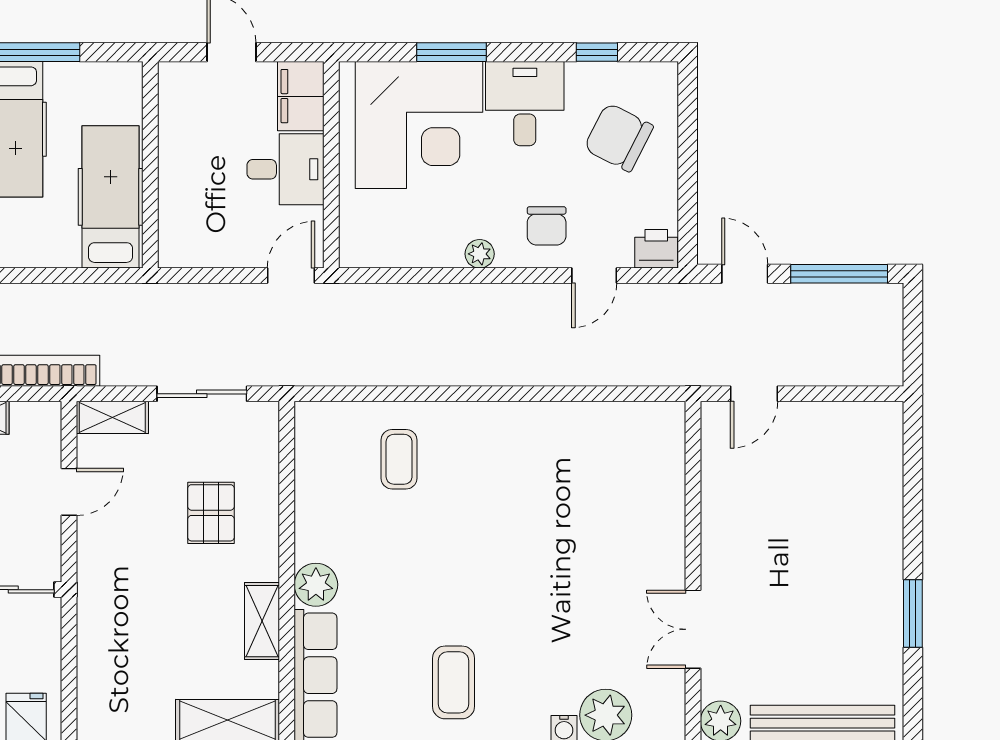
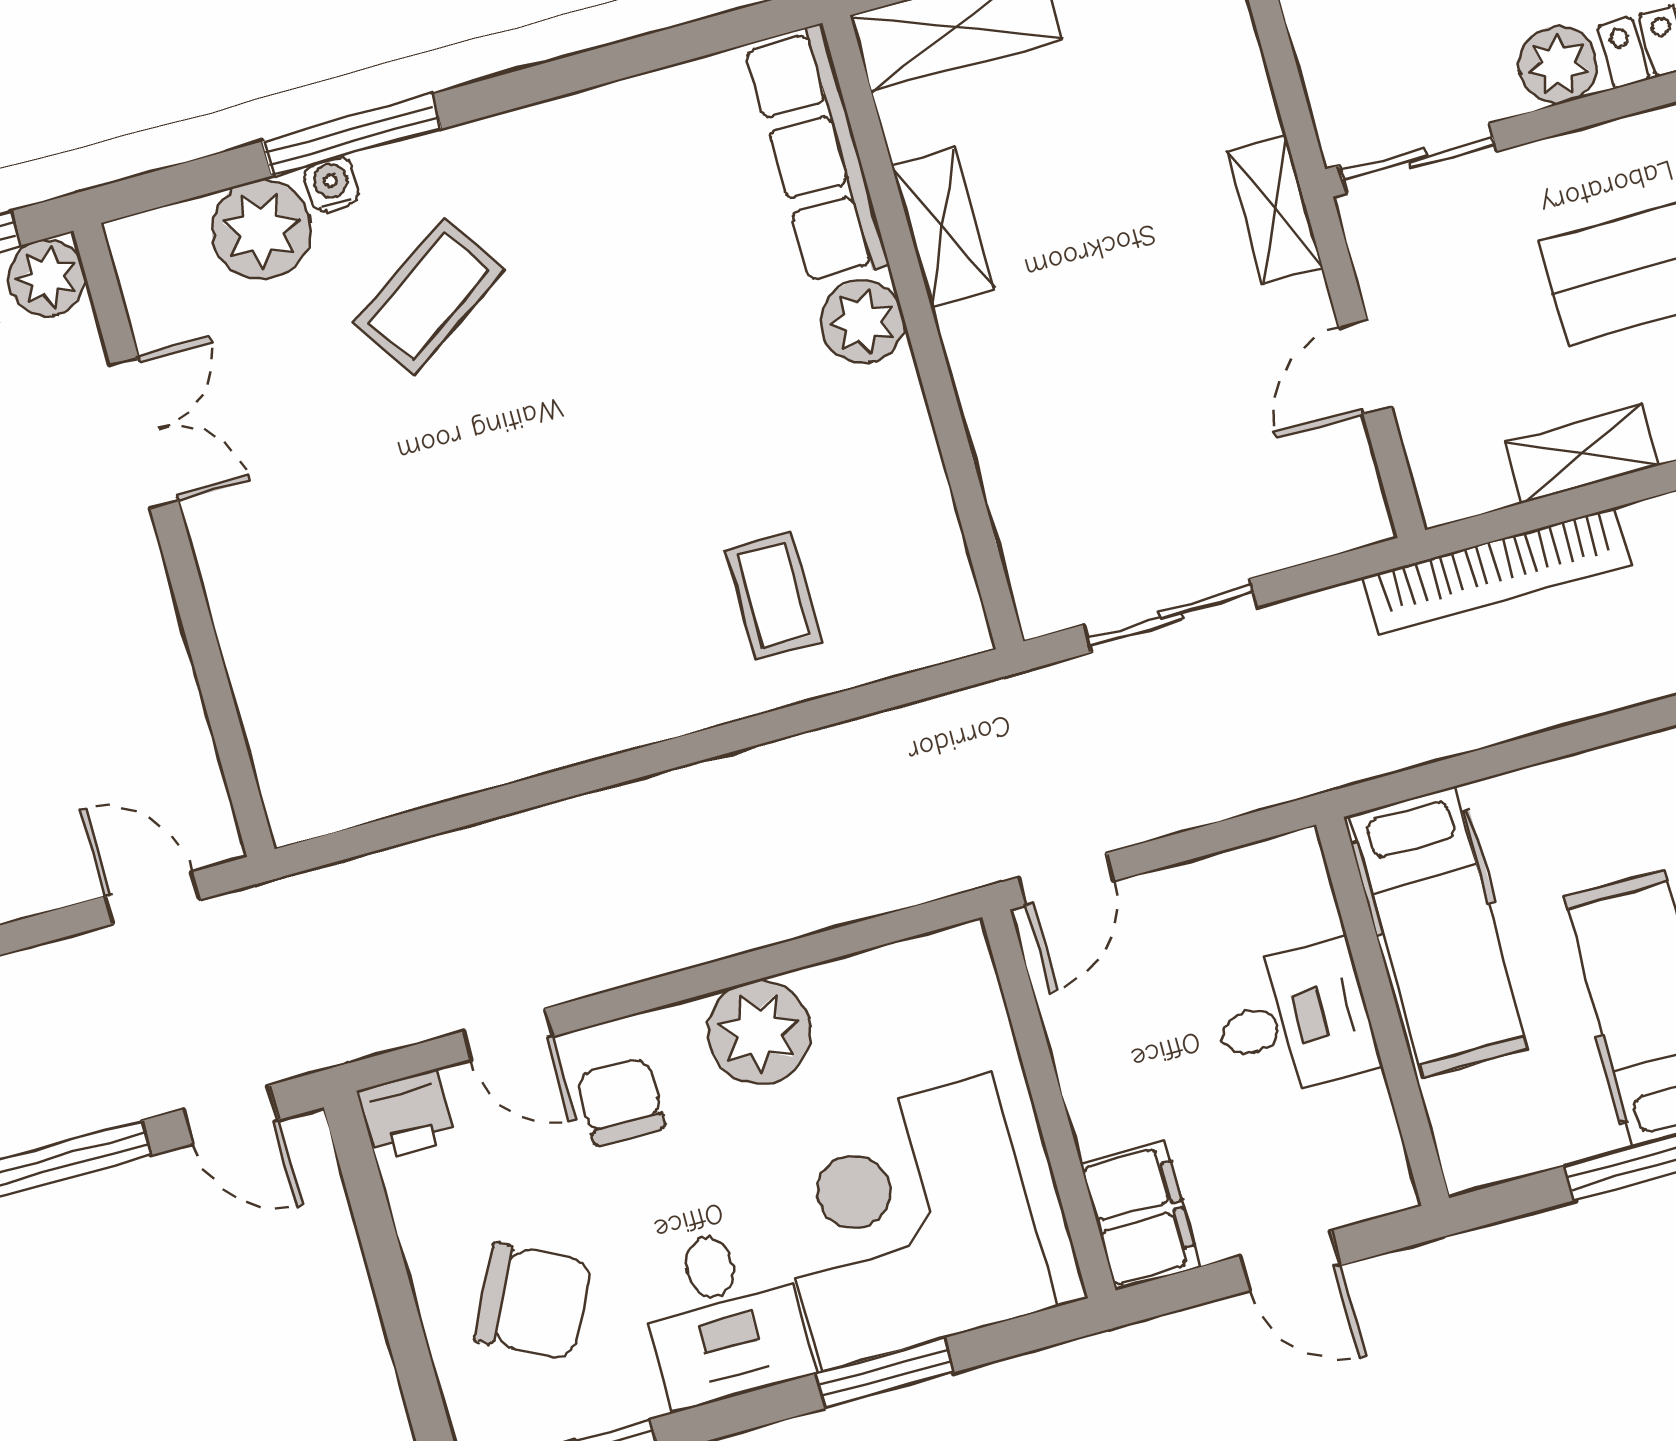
desk: (285, 169) -> (1294, 1020), moved, turned 180
plant: (480, 254) -> (759, 1033), width x1.88, depth x1.88
door: (594, 276) -> (507, 1034), swing flipped
door: (754, 394) -> (152, 898), hinge flipped
shelving: (112, 417) -> (1275, 209), moved, turned 90
pallet: (211, 513) -> (1093, 401), removed
coffee table: (454, 682) -> (429, 296), moved, turned 56

